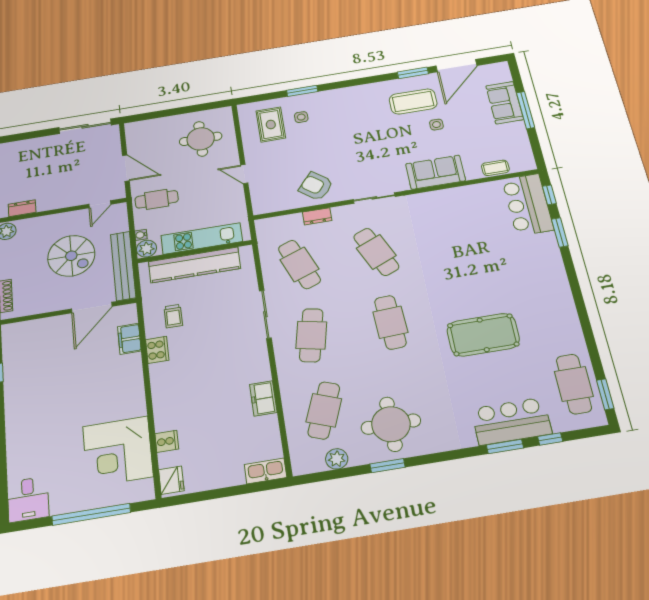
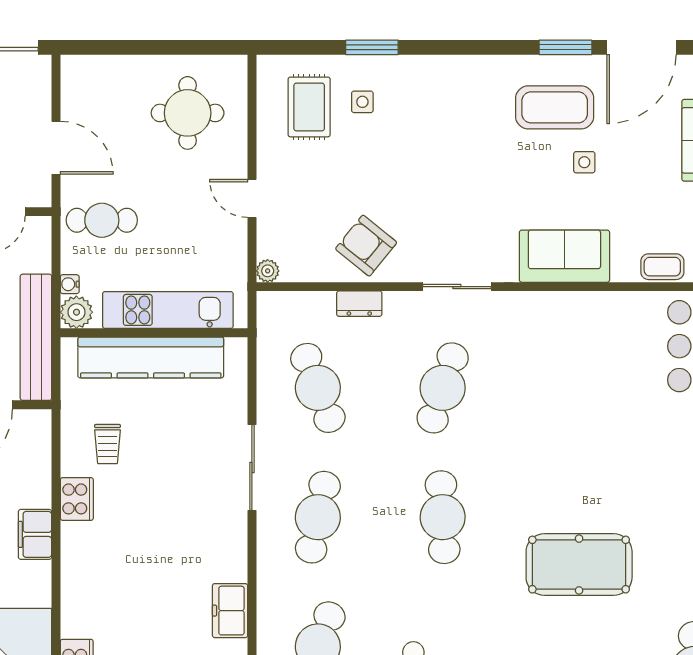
plant: (259, 209) -> (268, 271), added
cafe table: (376, 252) -> (443, 388), turned 42
filing cabinet: (129, 339) -> (35, 534), moved

